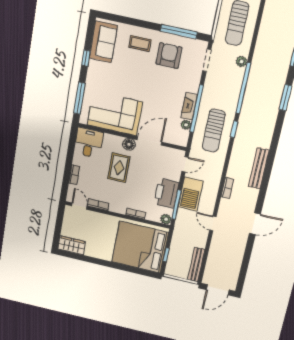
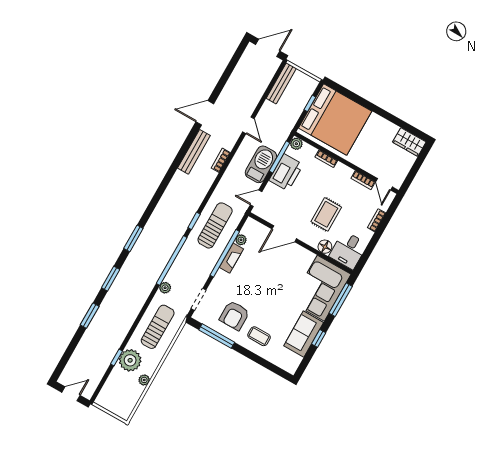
sofa: (103, 42) -> (304, 334), moved
corner sofa: (115, 113) -> (321, 288), moved, turned 90
floor lamp: (129, 144) -> (325, 247), moved
bench: (259, 168) -> (194, 152), moved

